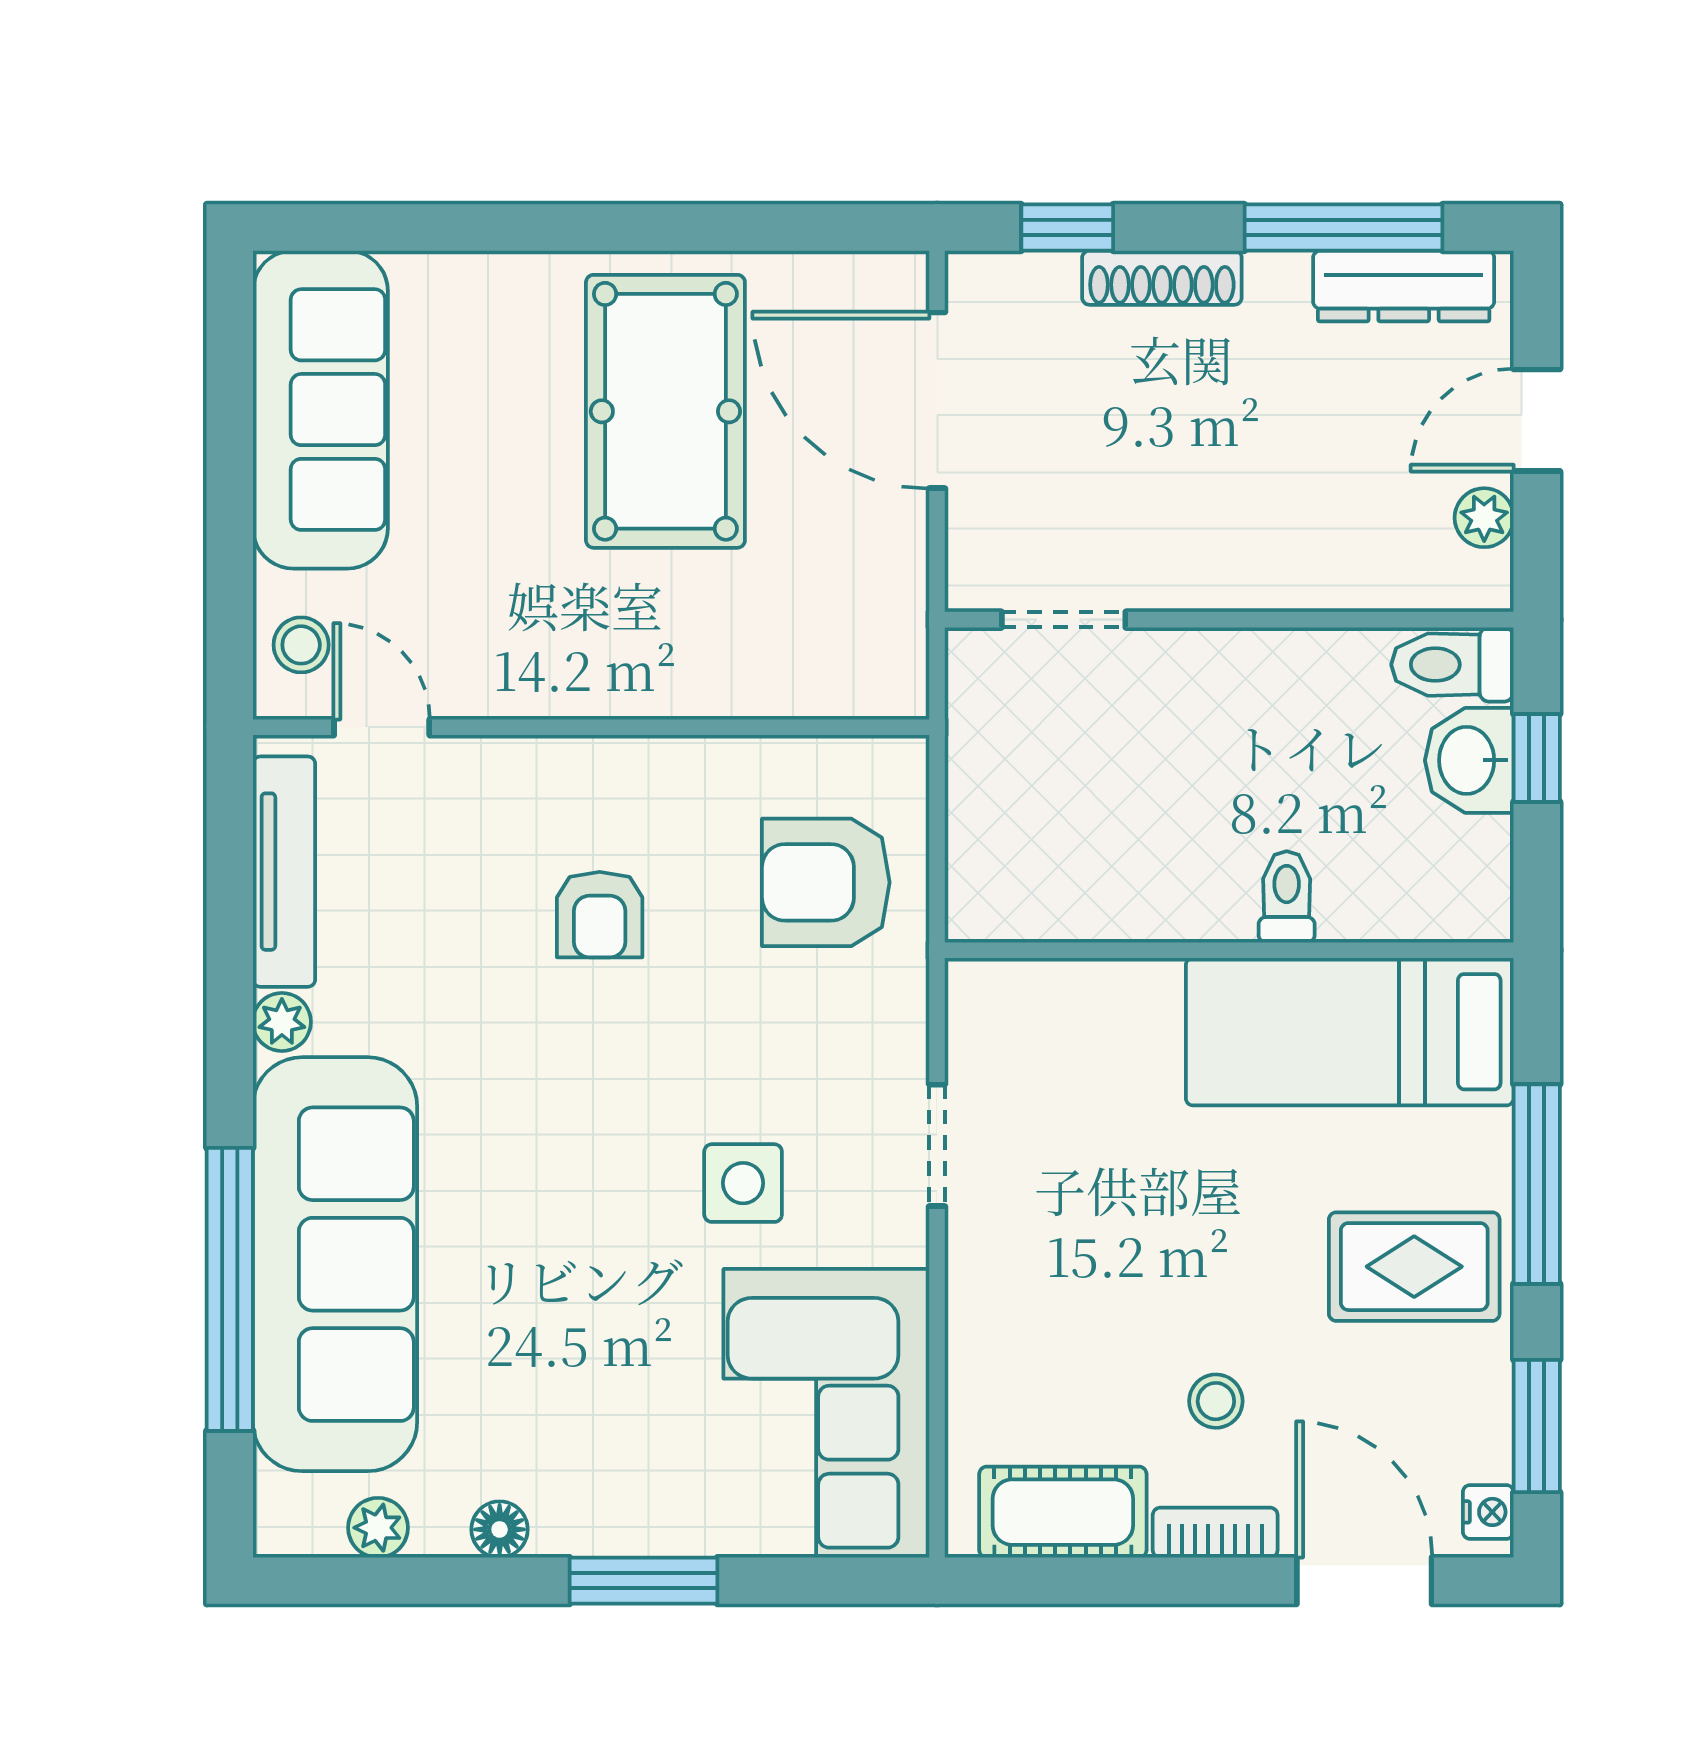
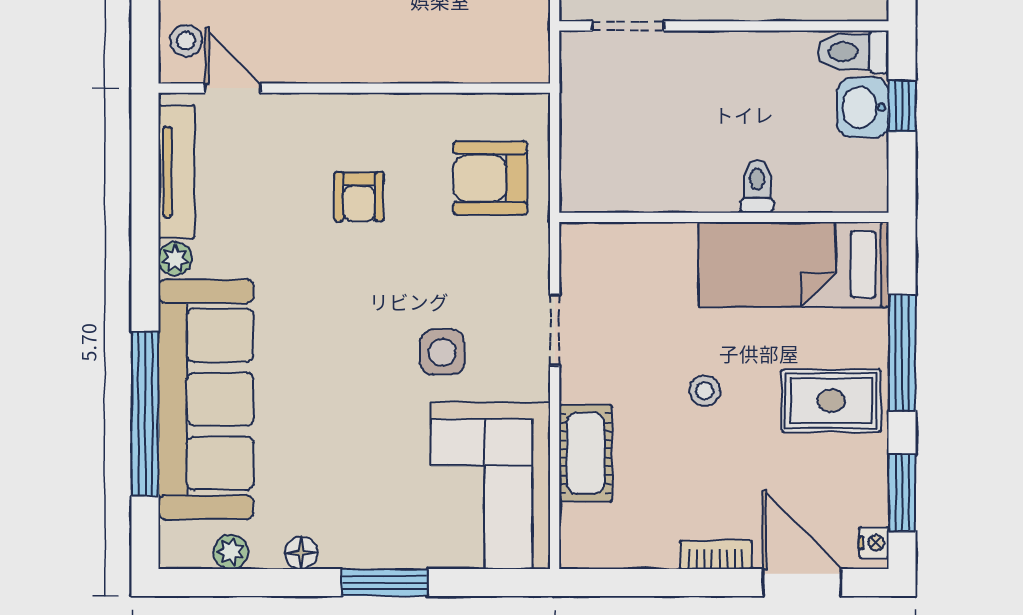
stool: (1216, 1401) -> (705, 391), moved
cot: (1063, 1512) -> (585, 453), moved, turned 90

